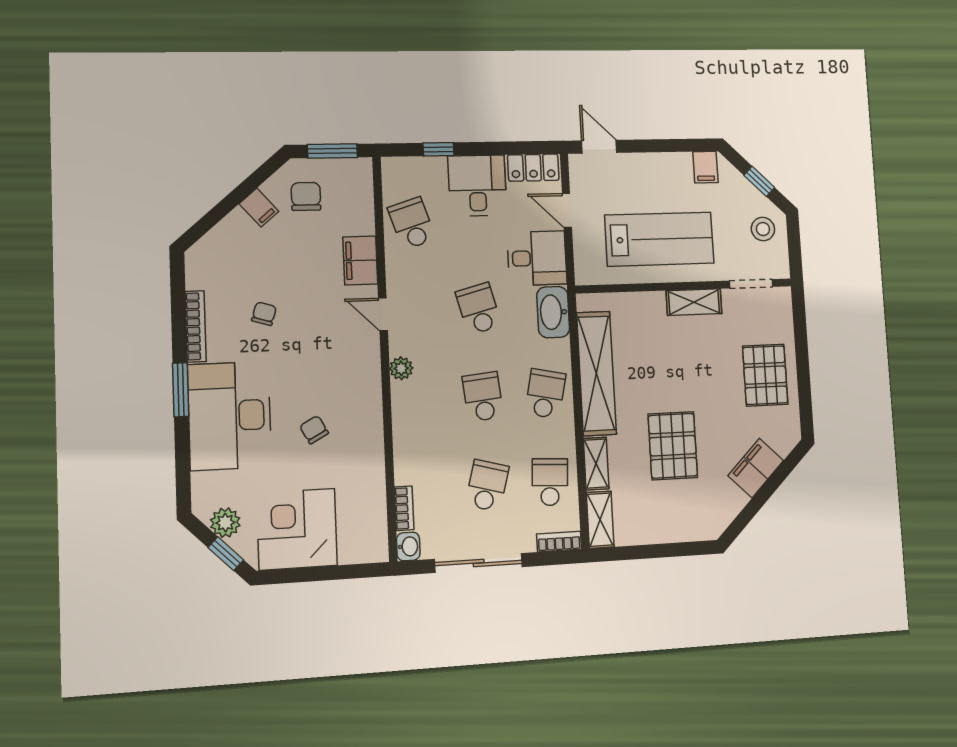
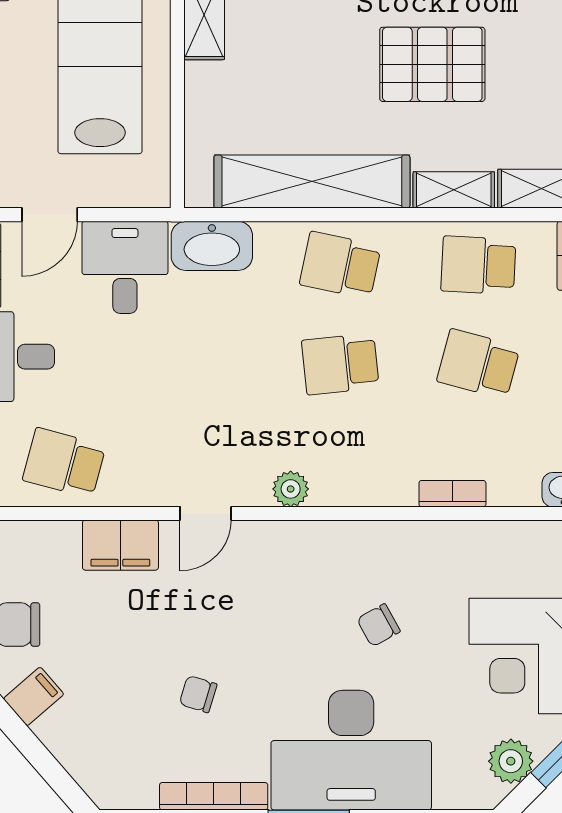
school desk: (412, 223) -> (64, 463), turned 33
school desk: (479, 309) -> (202, 364), removed
bookcase: (404, 508) -> (452, 494), moved

